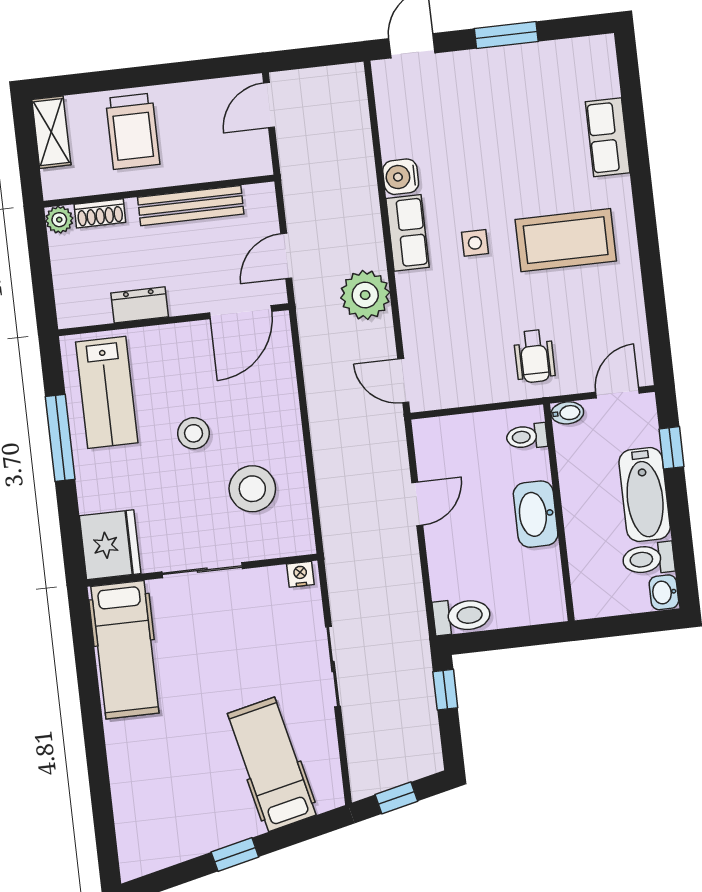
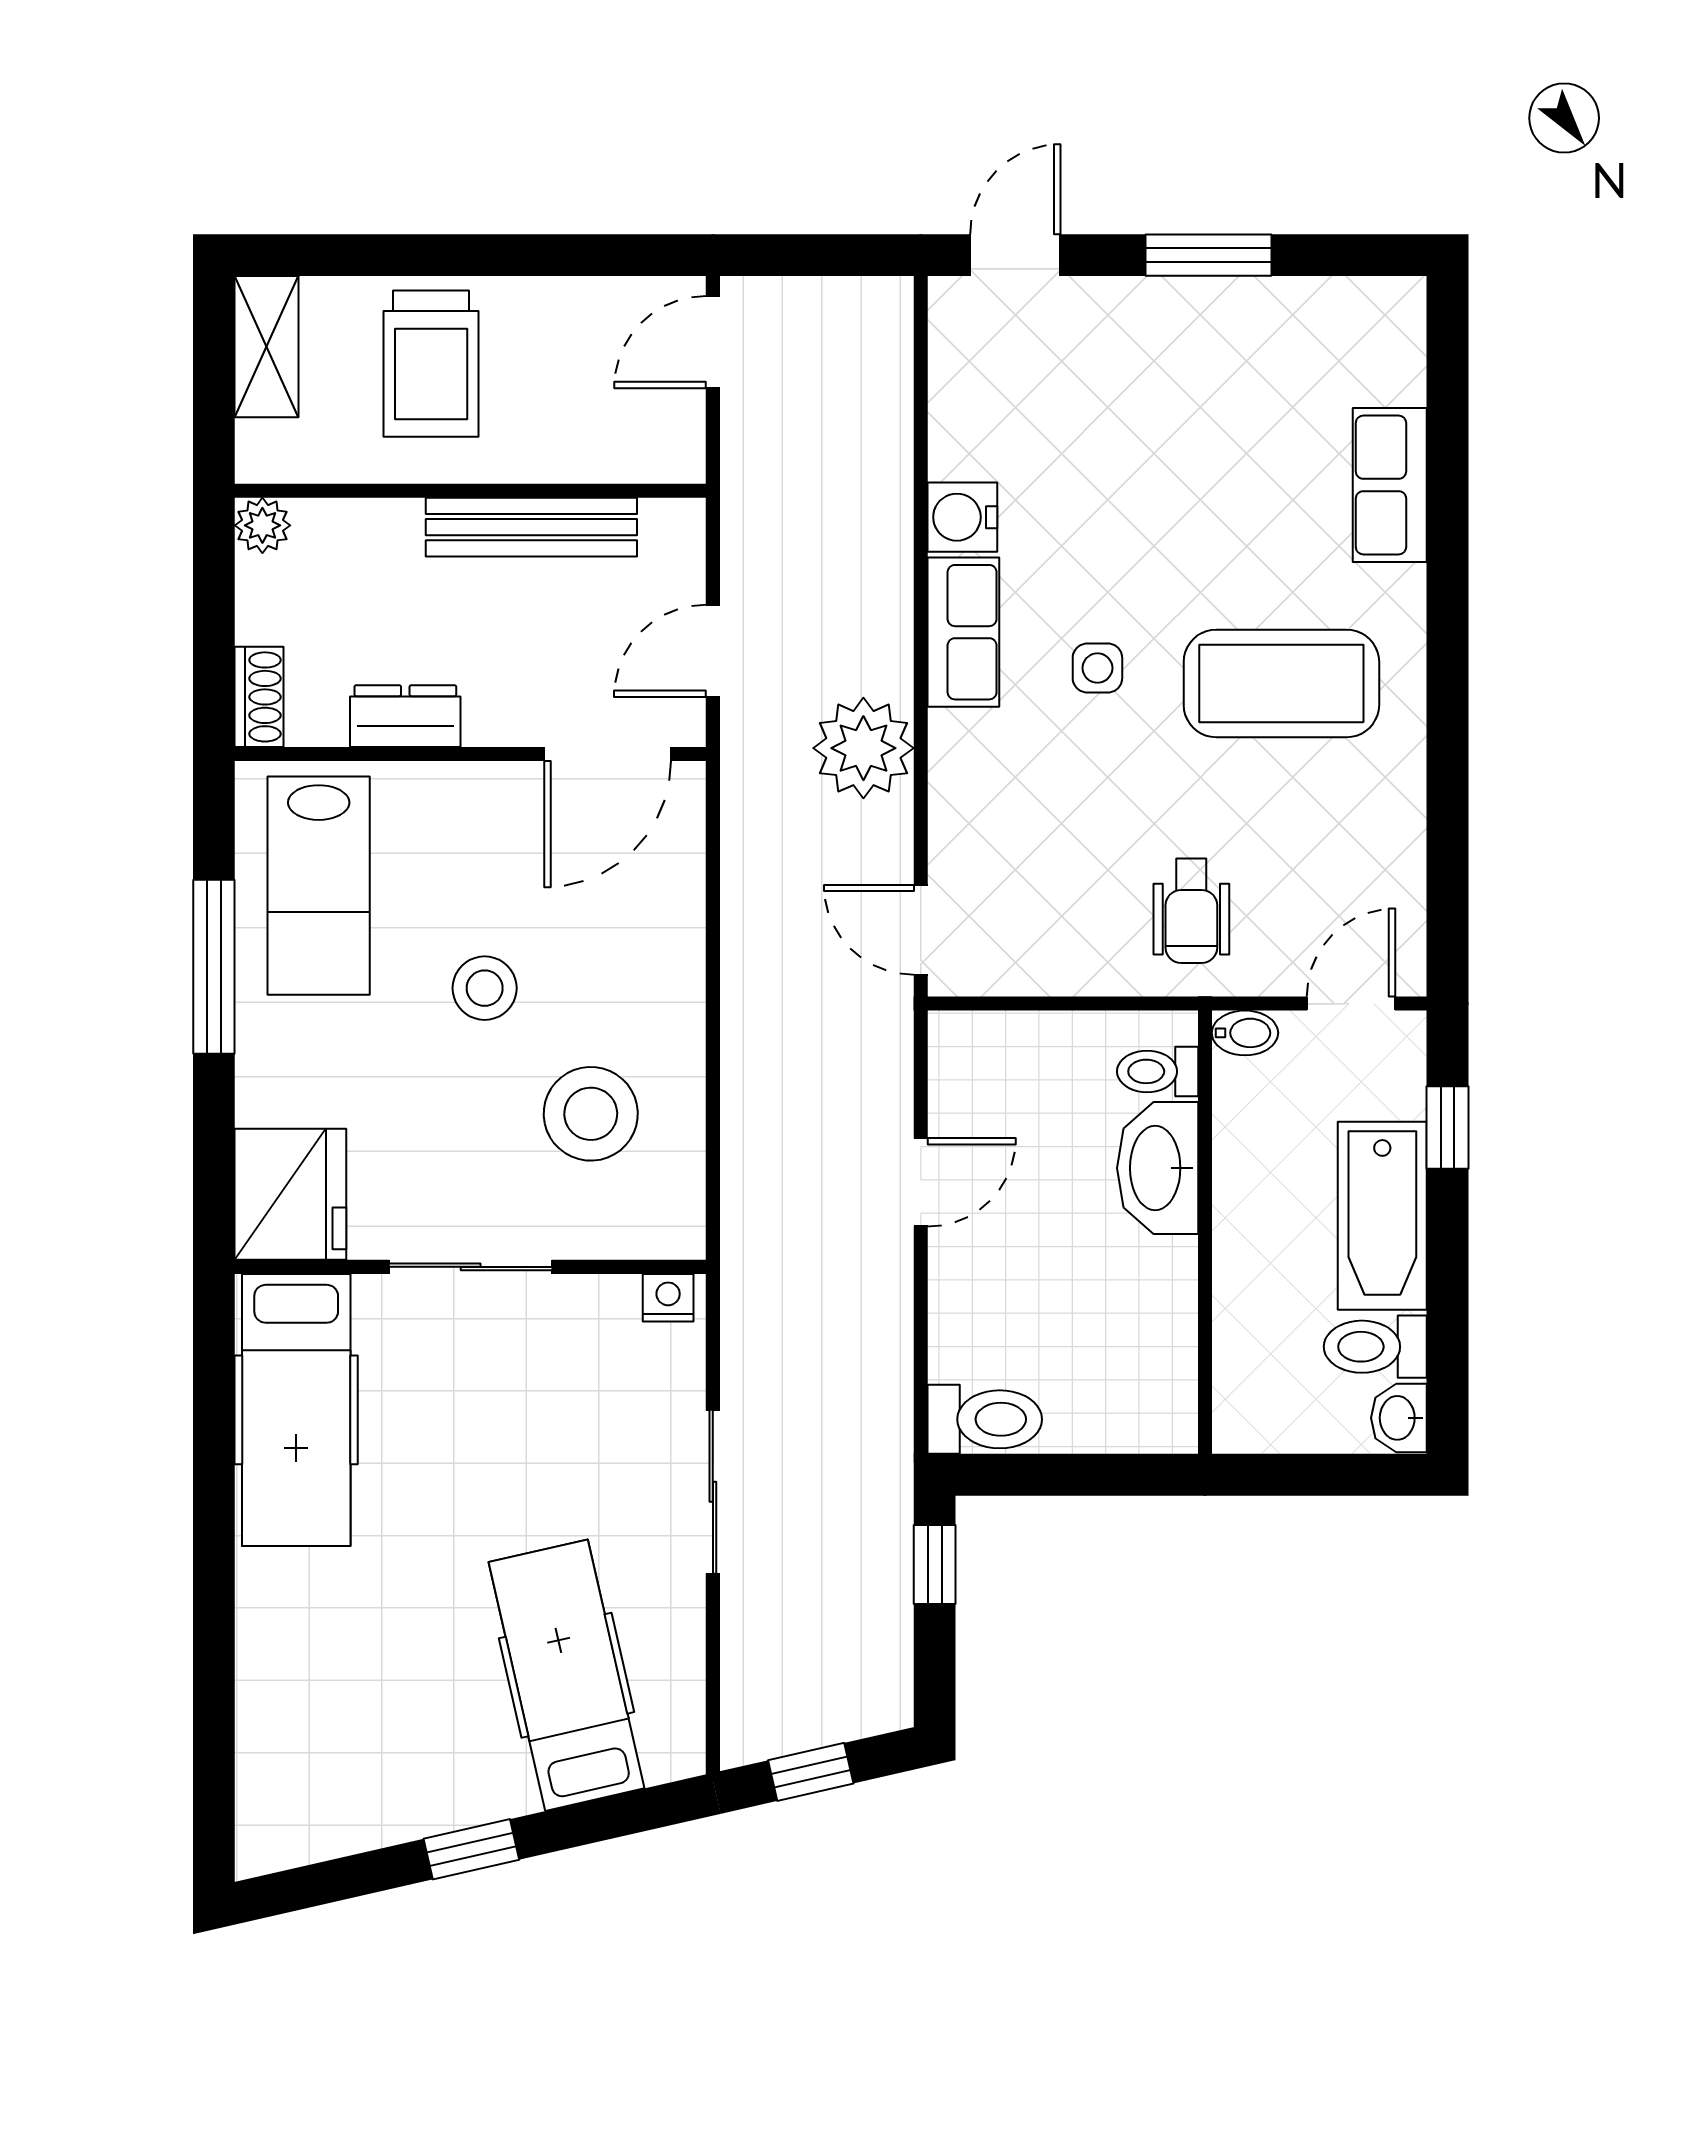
shoe rack: (100, 213) -> (259, 697), moved, turned -90
washbasin: (536, 514) -> (1158, 1168), moved

